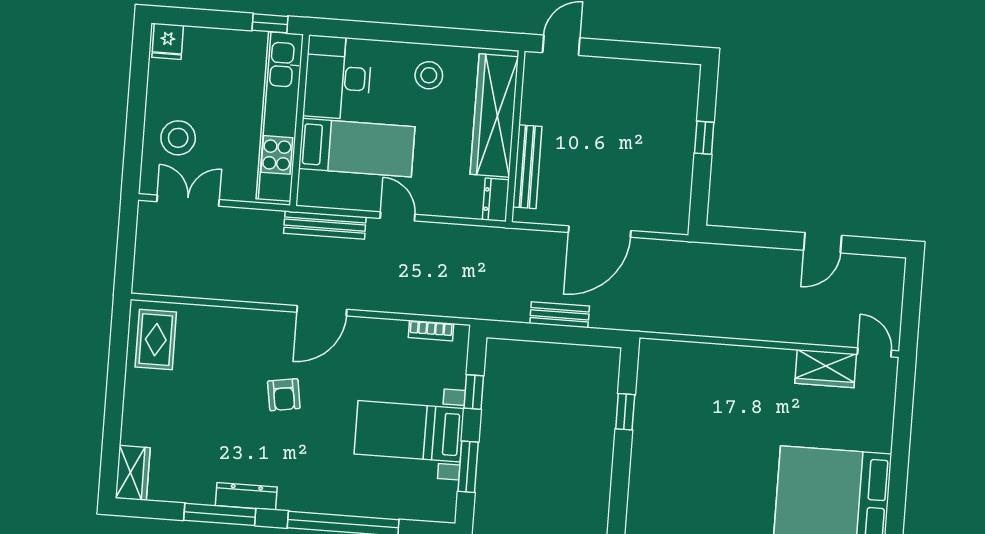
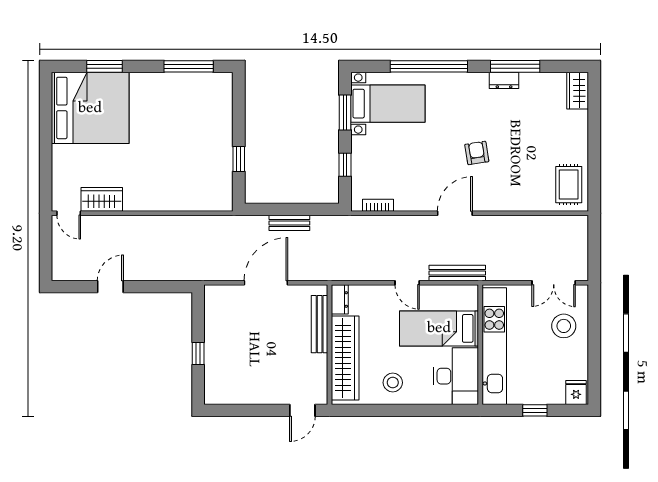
window: (270, 23) -> (535, 410), moved
bed with nightstands: (409, 431) -> (388, 104), moved
dresser: (246, 496) -> (504, 80), width x0.70

